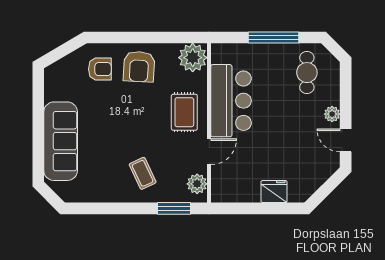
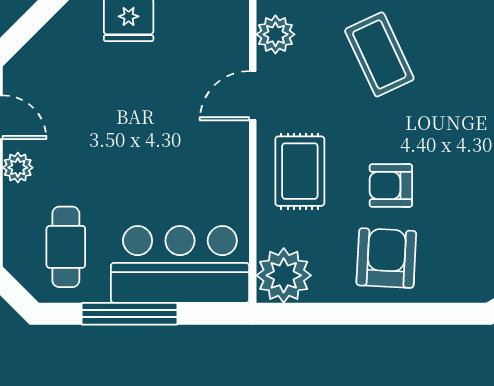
armchair: (100, 69) -> (391, 186), moved
bar counter: (231, 101) -> (180, 264), moved, turned 90
coffee table: (143, 173) -> (379, 54), width x1.36, depth x1.30

